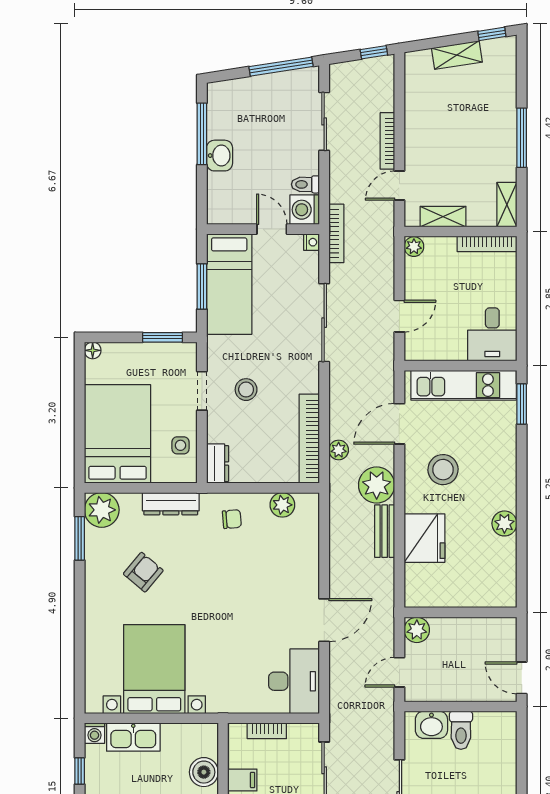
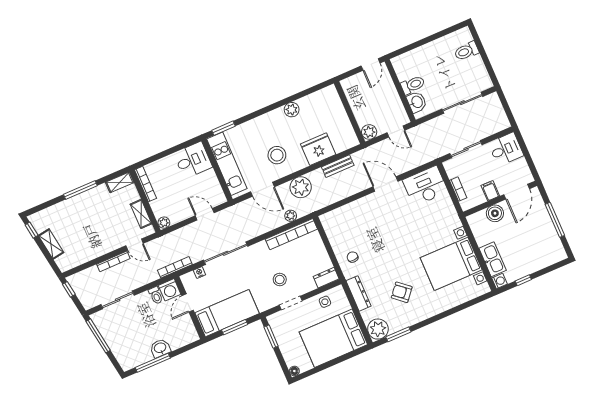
nightstand: (312, 242) -> (199, 272), moved
plant: (282, 505) -> (333, 233), removed
bench: (385, 531) -> (338, 166), moved

